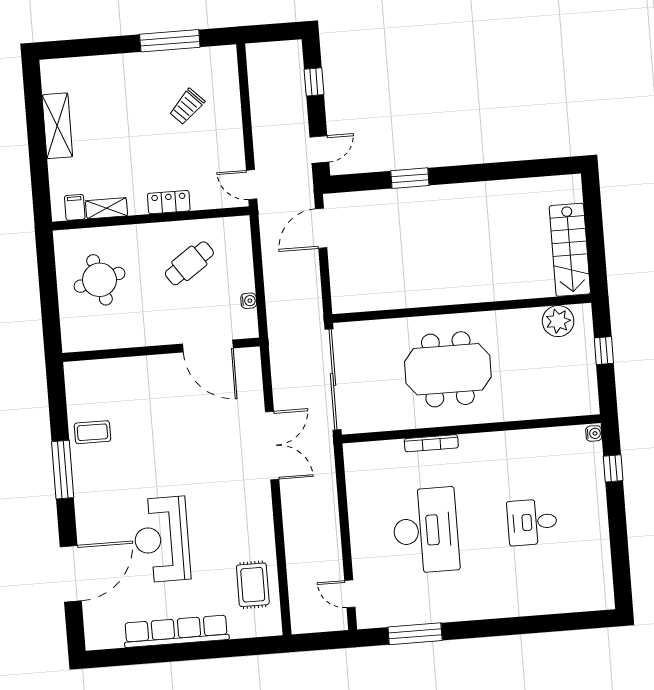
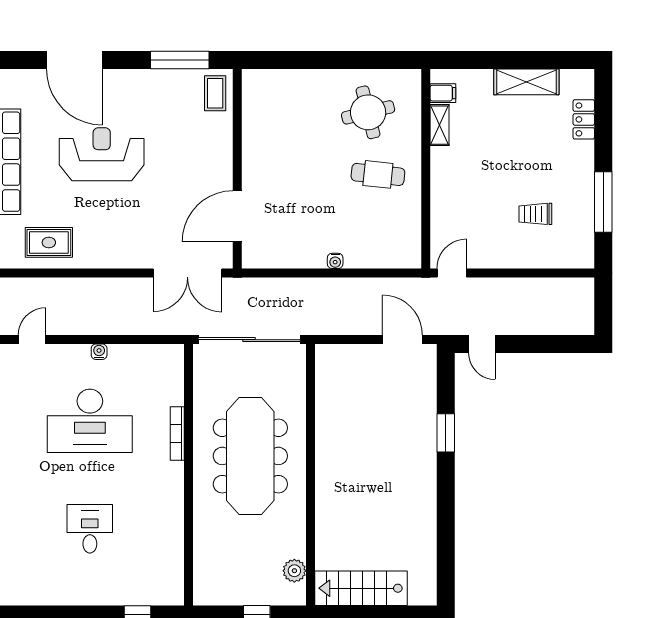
window: (314, 82) -> (550, 344), removed
trolley: (187, 107) -> (535, 214), turned -45
locker: (169, 202) -> (584, 119), moved, turned 180
cafe table: (189, 263) -> (378, 174), moved, turned -49
plant: (558, 321) -> (294, 571), width x0.73, depth x0.73
door: (208, 346) -> (237, 216), moved
wall: (161, 350) -> (237, 169), moved
meeting table: (448, 369) -> (250, 456), width x1.36
water cooler: (594, 433) -> (99, 352), moved, turned 180

